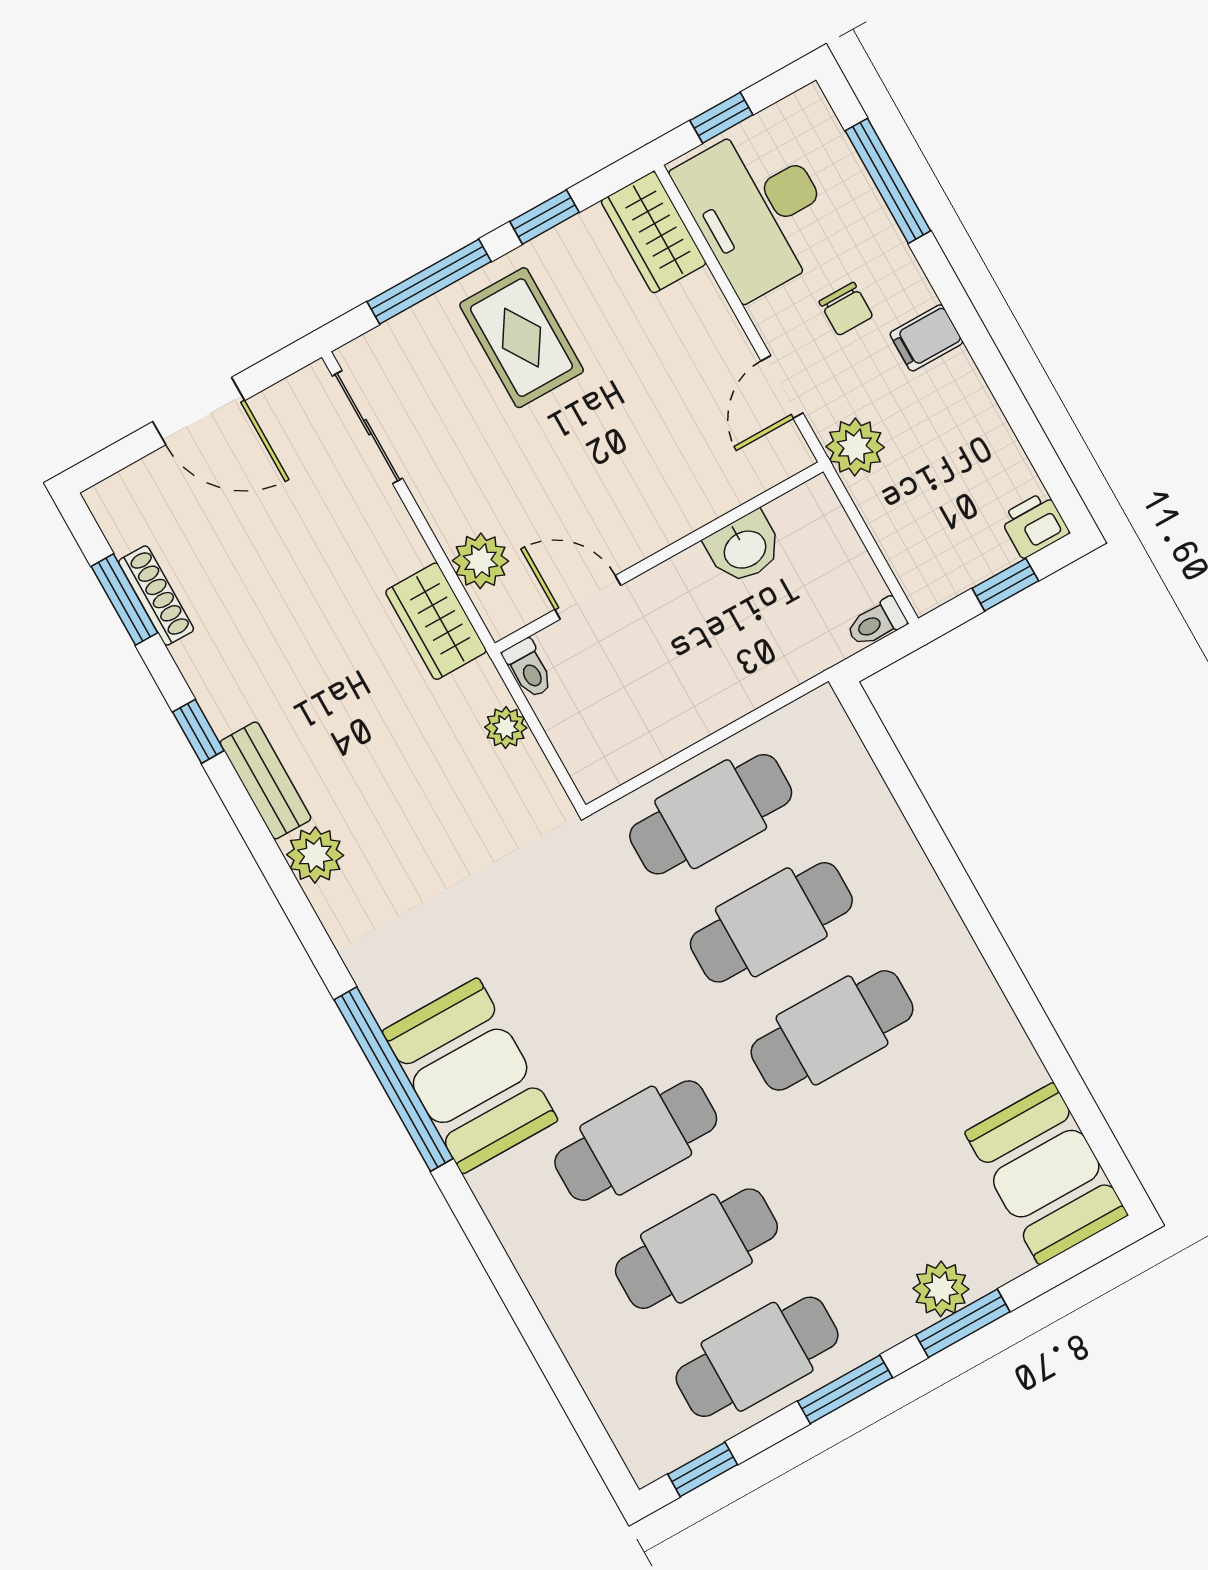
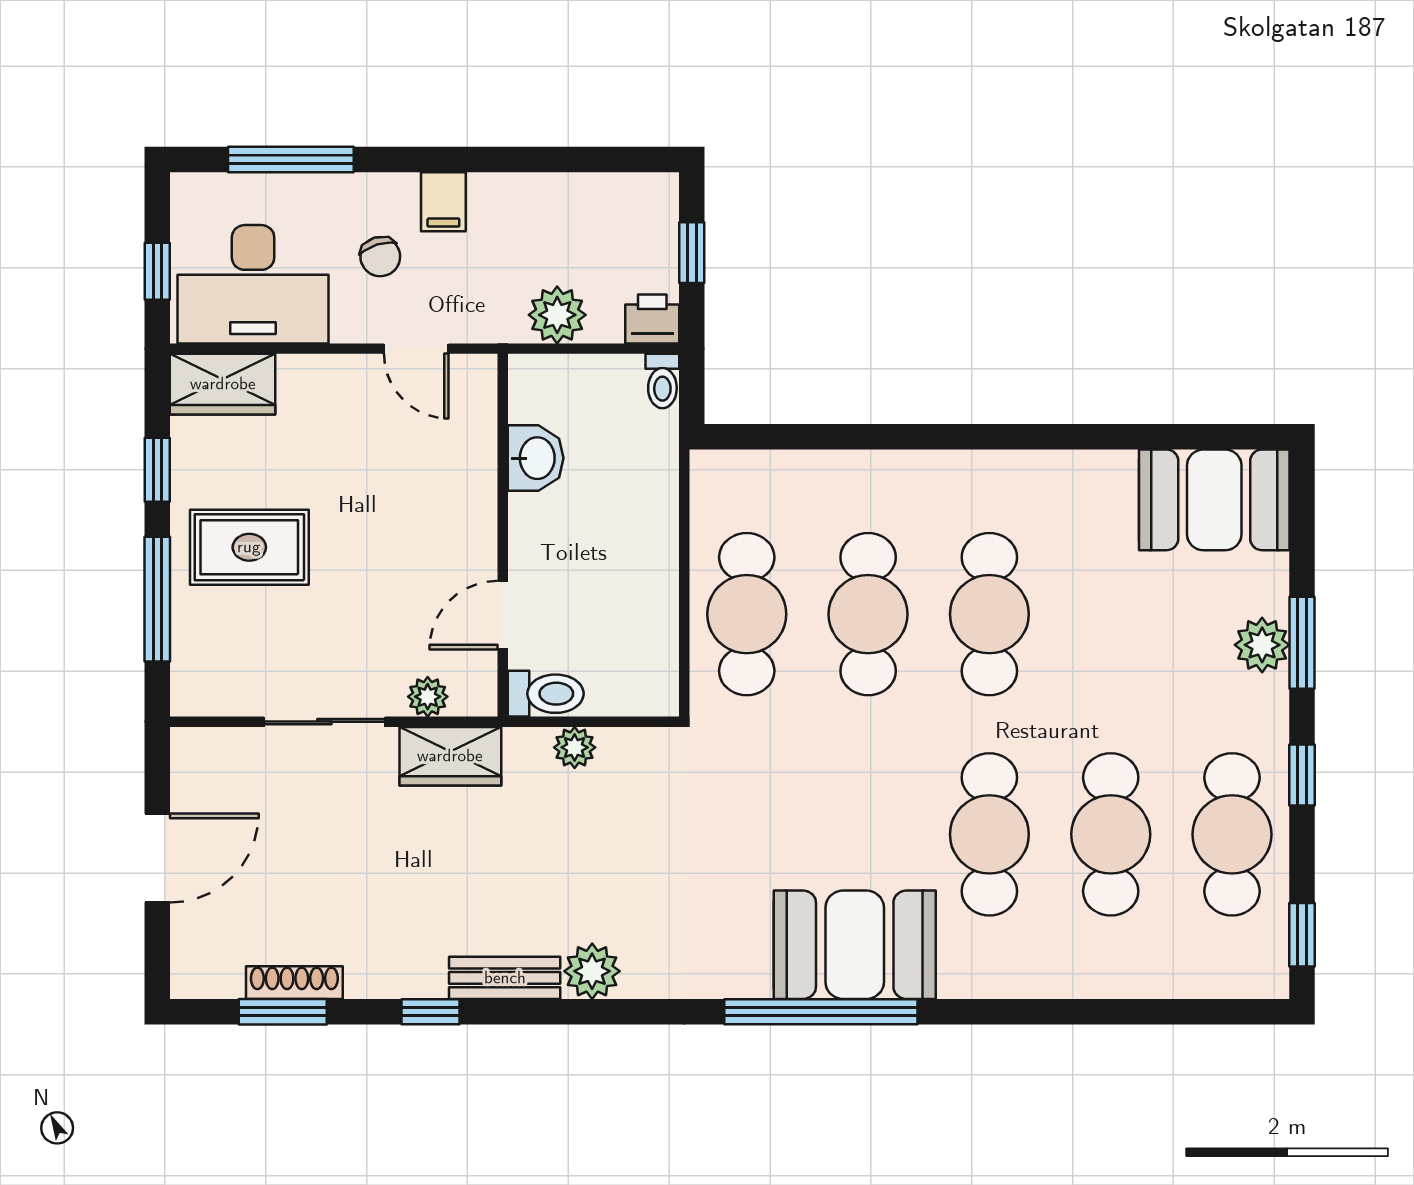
chair: (846, 309) -> (380, 257), turned 73
sliding door: (367, 427) -> (324, 722), moved
plant: (855, 447) -> (557, 315), moved
printer: (1035, 525) -> (652, 319), moved, turned 90
plant: (480, 561) -> (428, 697), width x0.73, depth x0.73
toilet: (528, 669) -> (546, 694), width x1.37, depth x1.39
window: (845, 1389) -> (1302, 775), width x0.67

